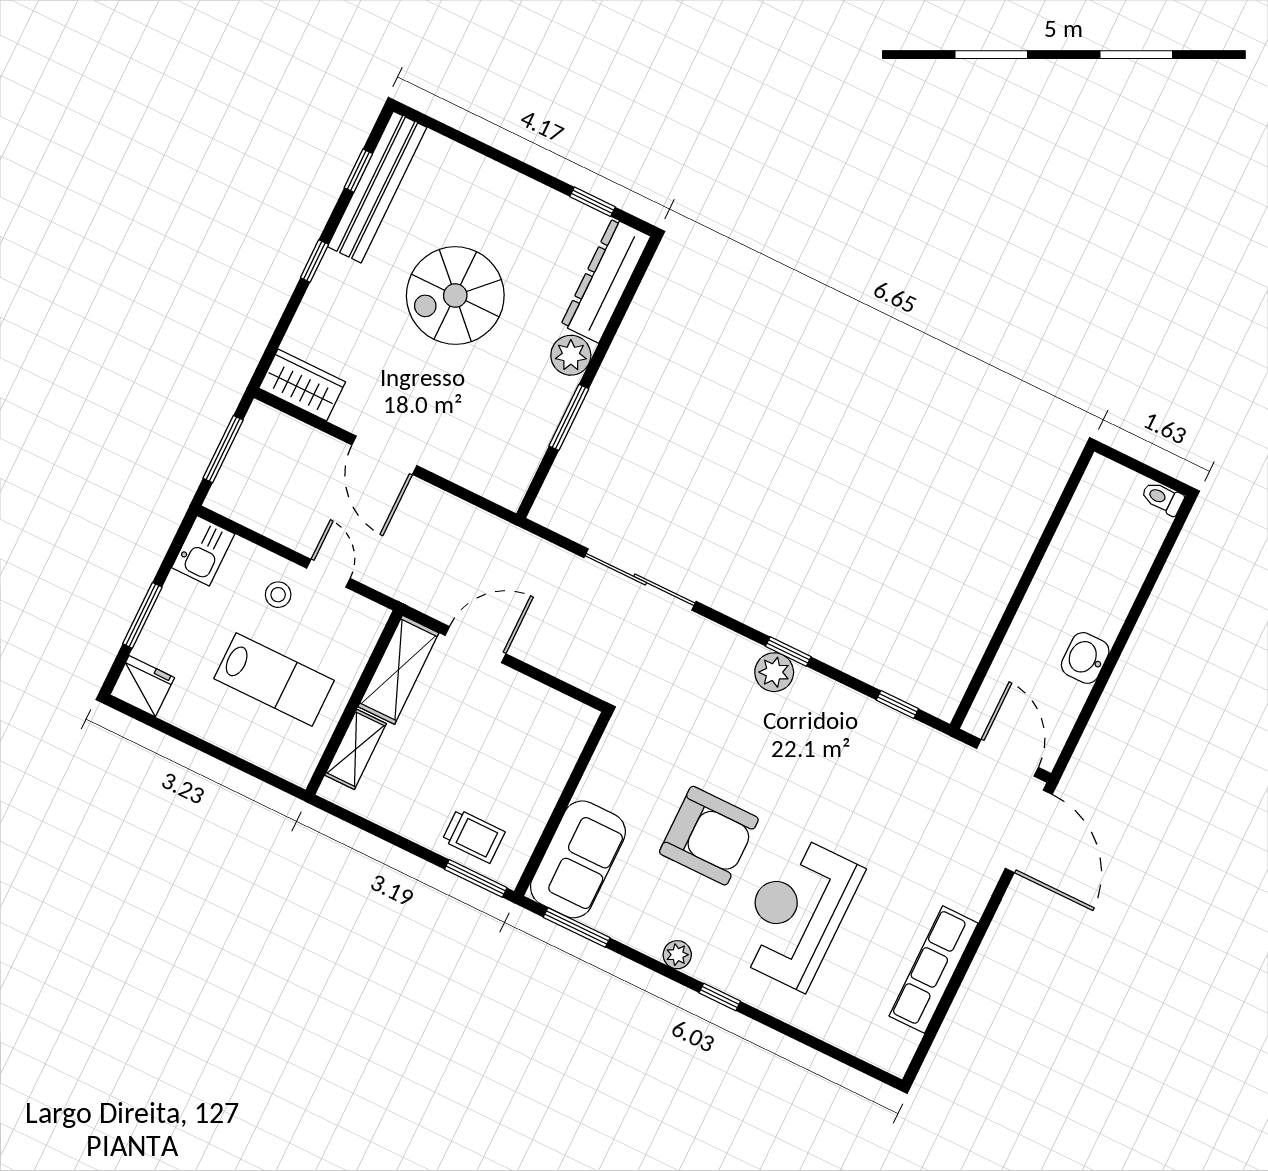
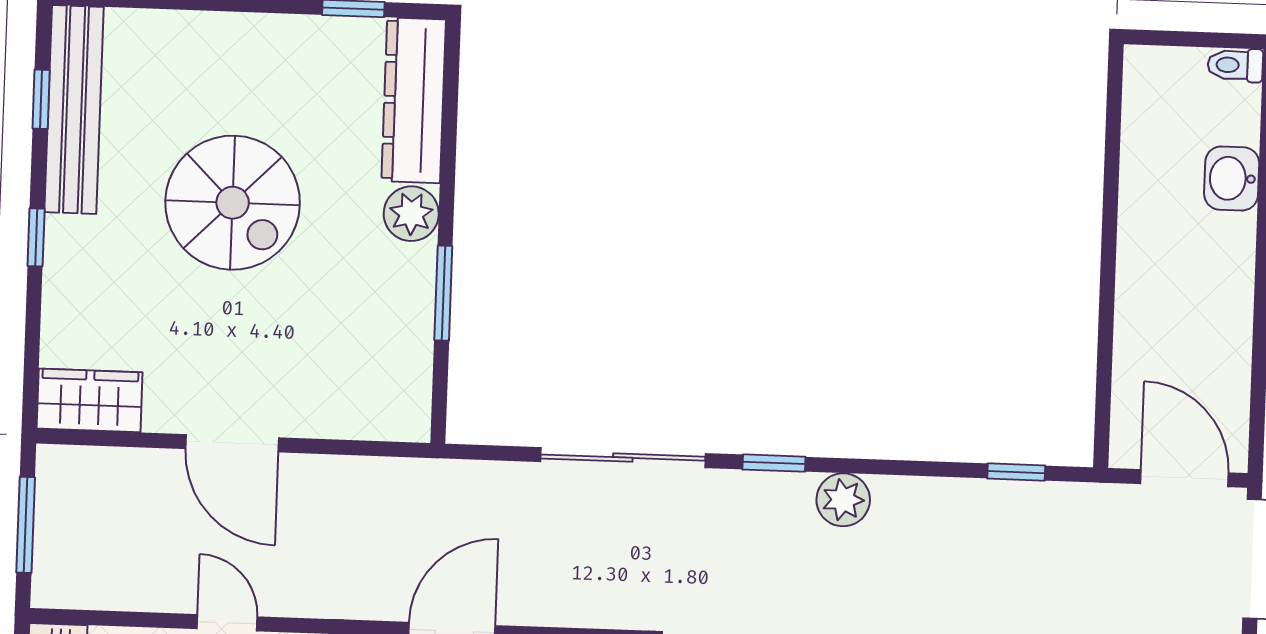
spiral stairs: (455, 295) -> (233, 203), turned -90
window: (788, 651) -> (774, 463), moved
washbasin: (1085, 658) -> (1232, 178), moved

